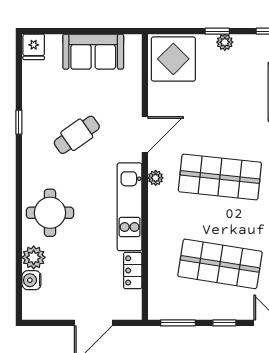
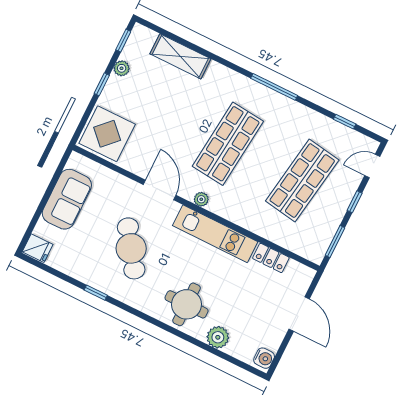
plant: (225, 42) -> (122, 68), moved
cafe table: (77, 135) -> (131, 248), width x1.37, depth x1.35
water cooler: (31, 280) -> (264, 358), moved, turned -90

